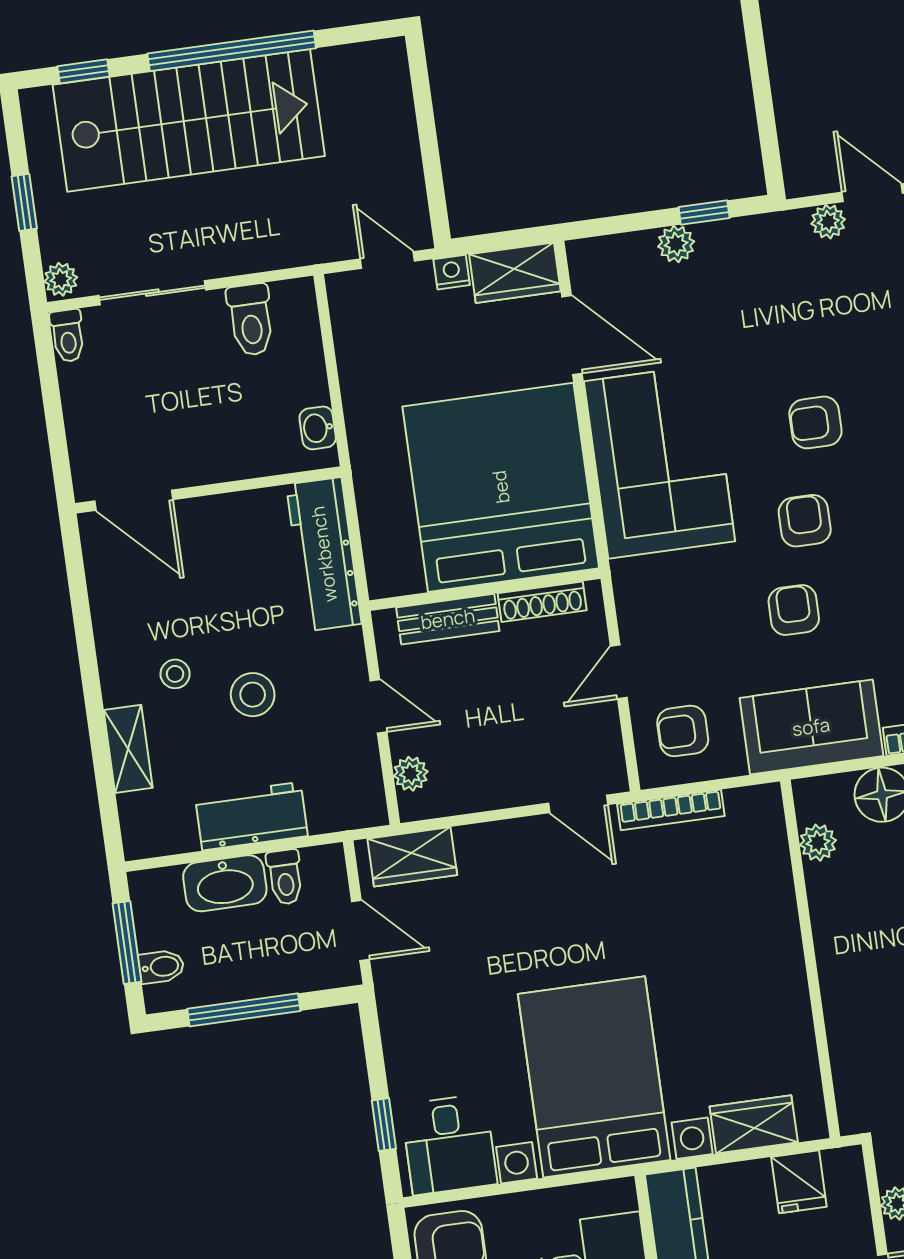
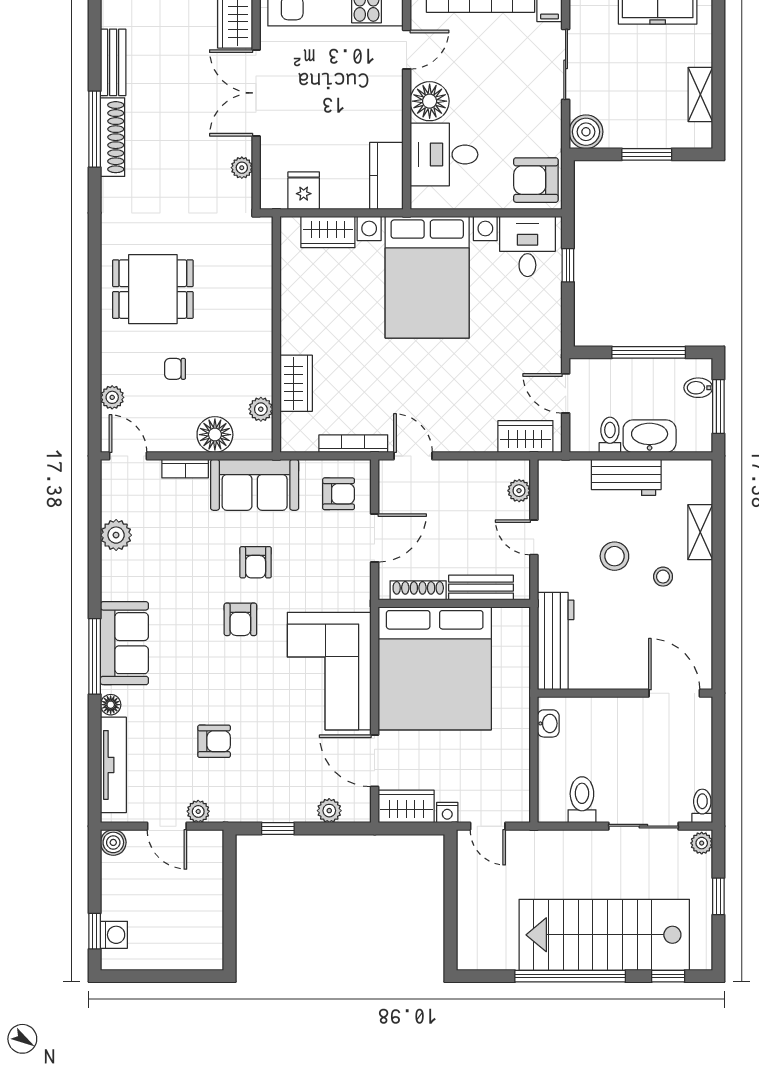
plant: (676, 244) -> (329, 811), moved
armchair: (815, 422) -> (214, 741), moved
door: (619, 672) -> (375, 538), width x1.38
wardrobe: (770, 889) -> (296, 383), added

